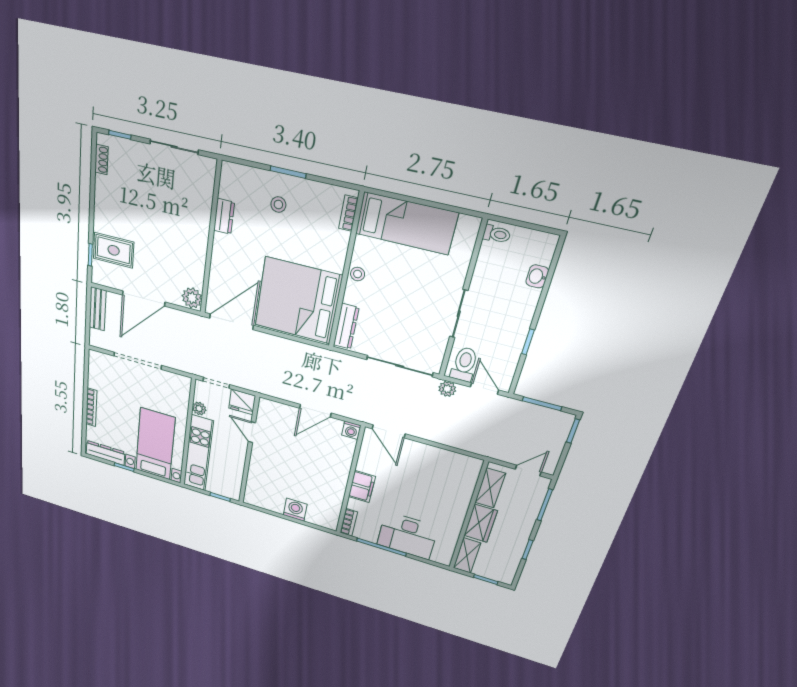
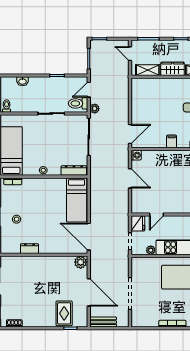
bed: (298, 301) -> (77, 200), width x0.49
filing cabinet: (362, 487) -> (172, 141), width x0.50

